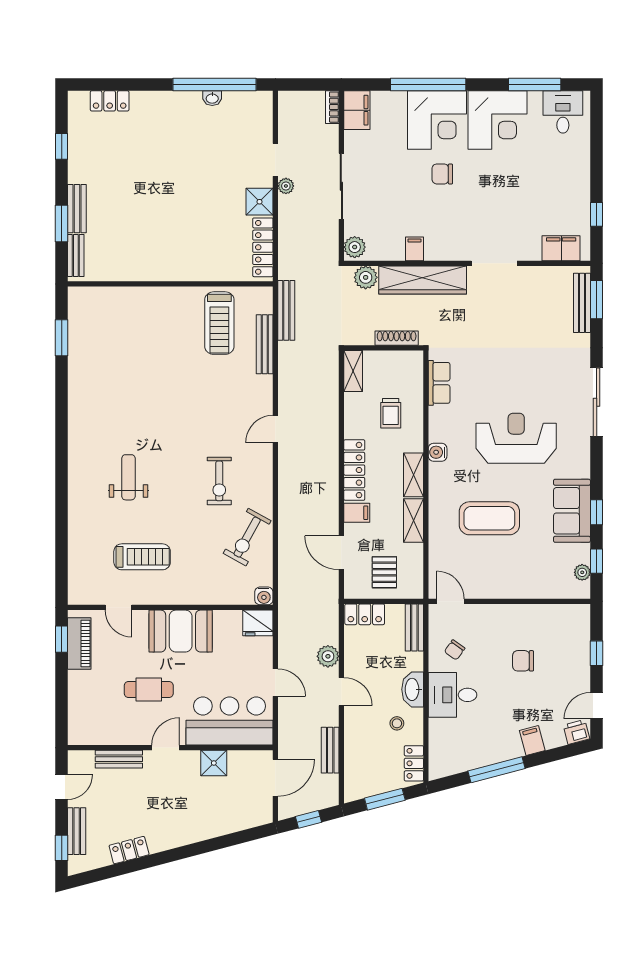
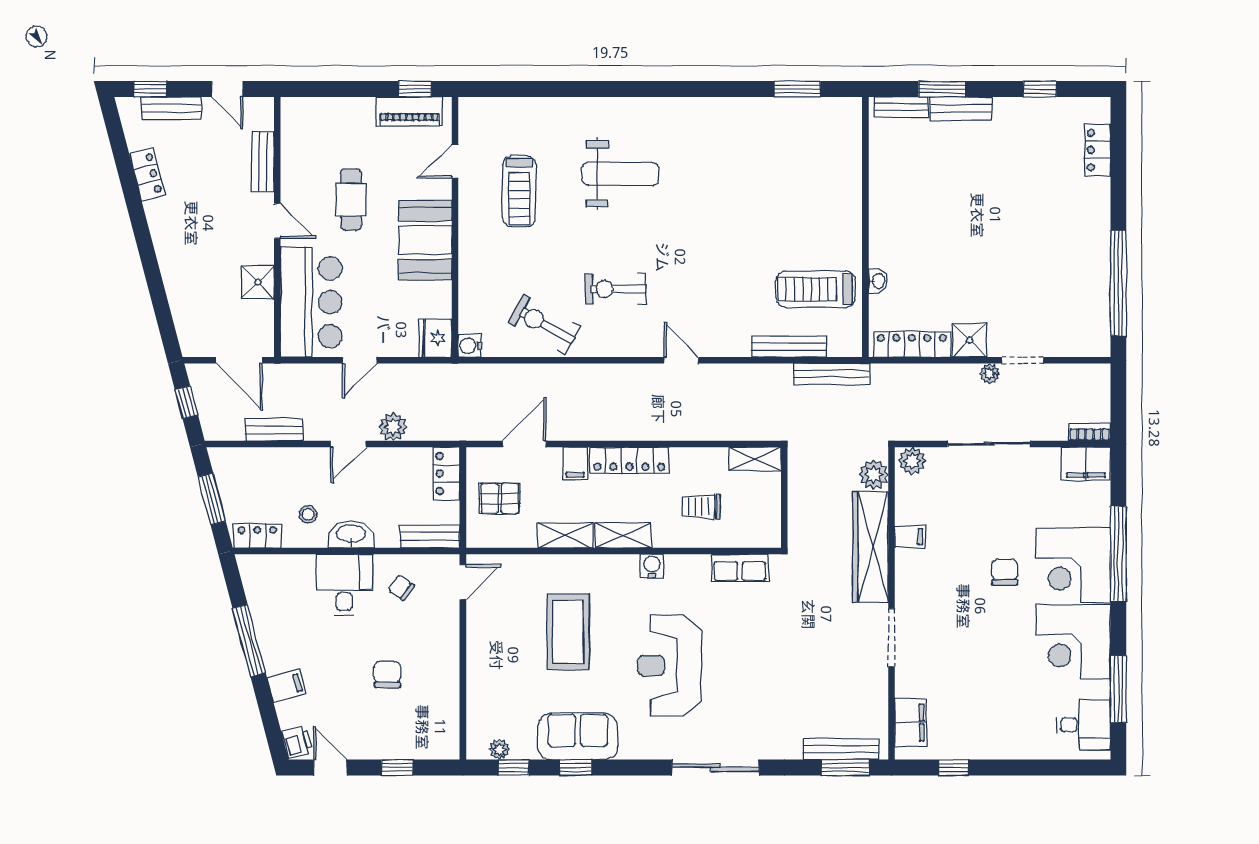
washbasin: (212, 98) -> (878, 281), moved, turned 180
shoe rack: (397, 338) -> (797, 514), removed
reception desk: (516, 438) -> (670, 666), turned 180
weight bench: (128, 477) -> (620, 174), width x1.36, depth x1.33

